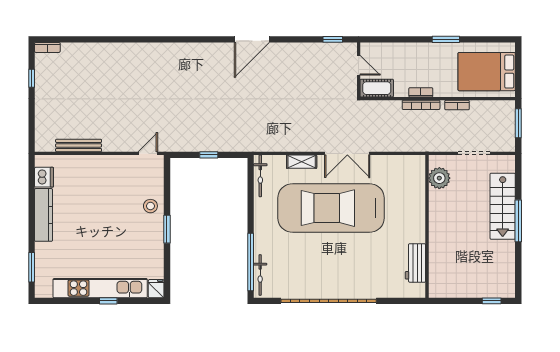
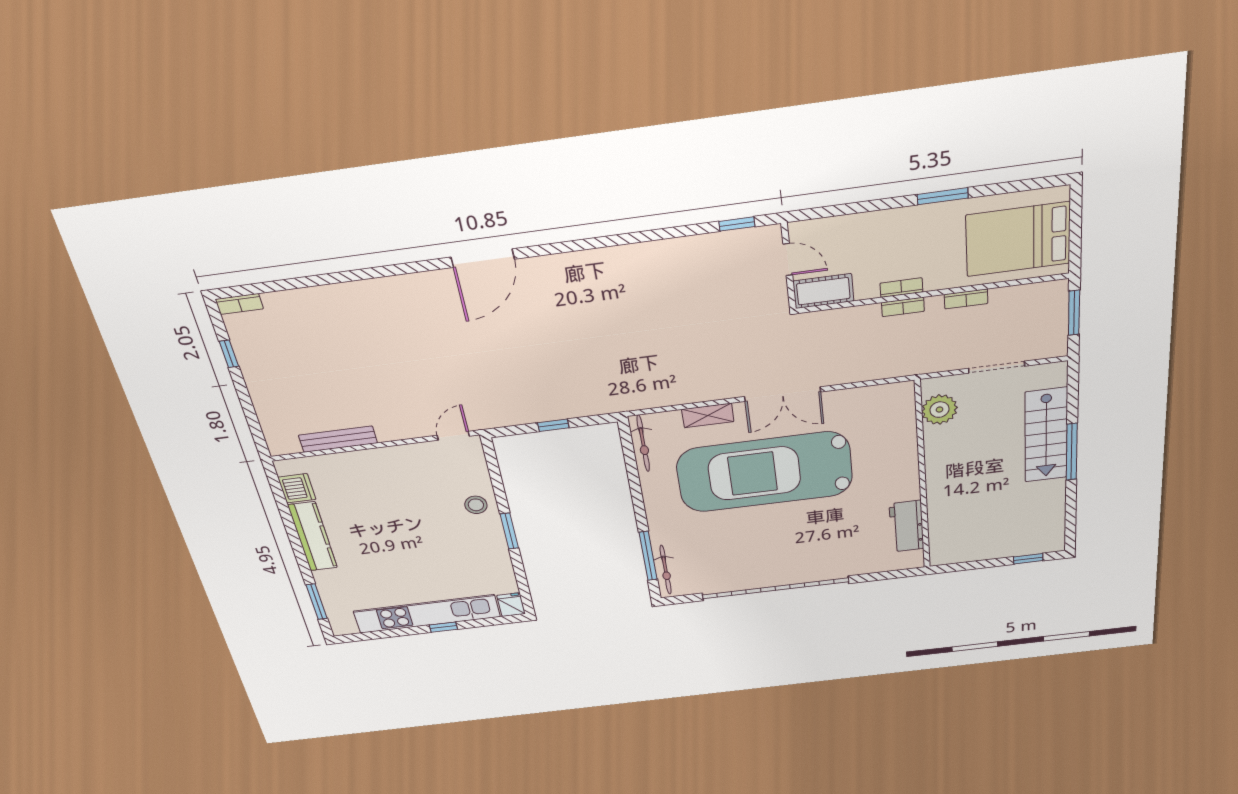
door: (252, 39) -> (483, 258), moved
bookcase: (421, 105) -> (903, 307), width x0.64
window: (251, 262) -> (648, 556), width x0.68

